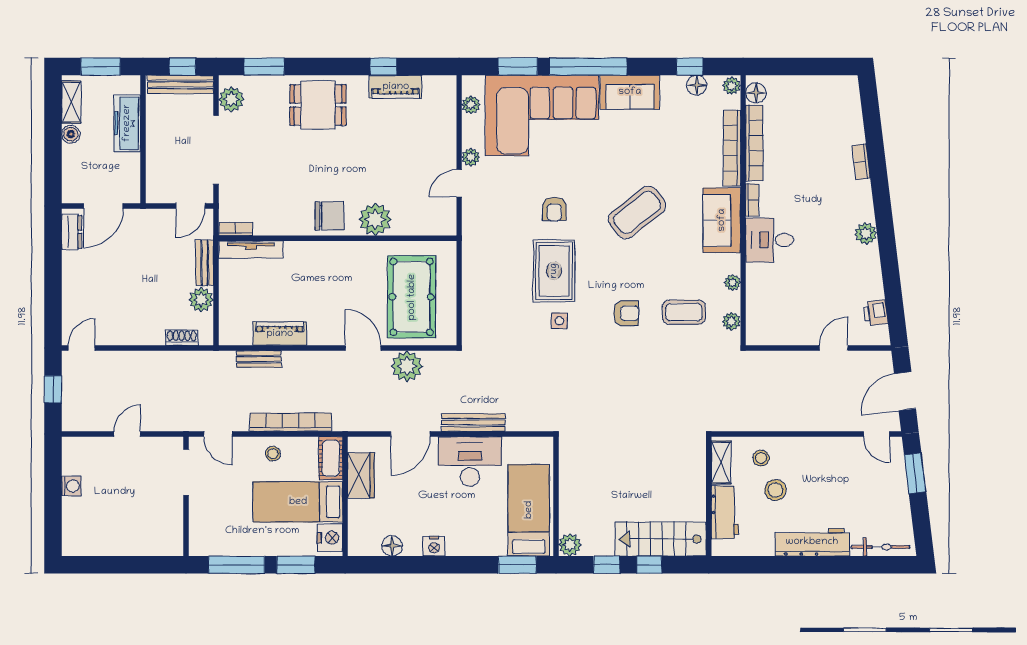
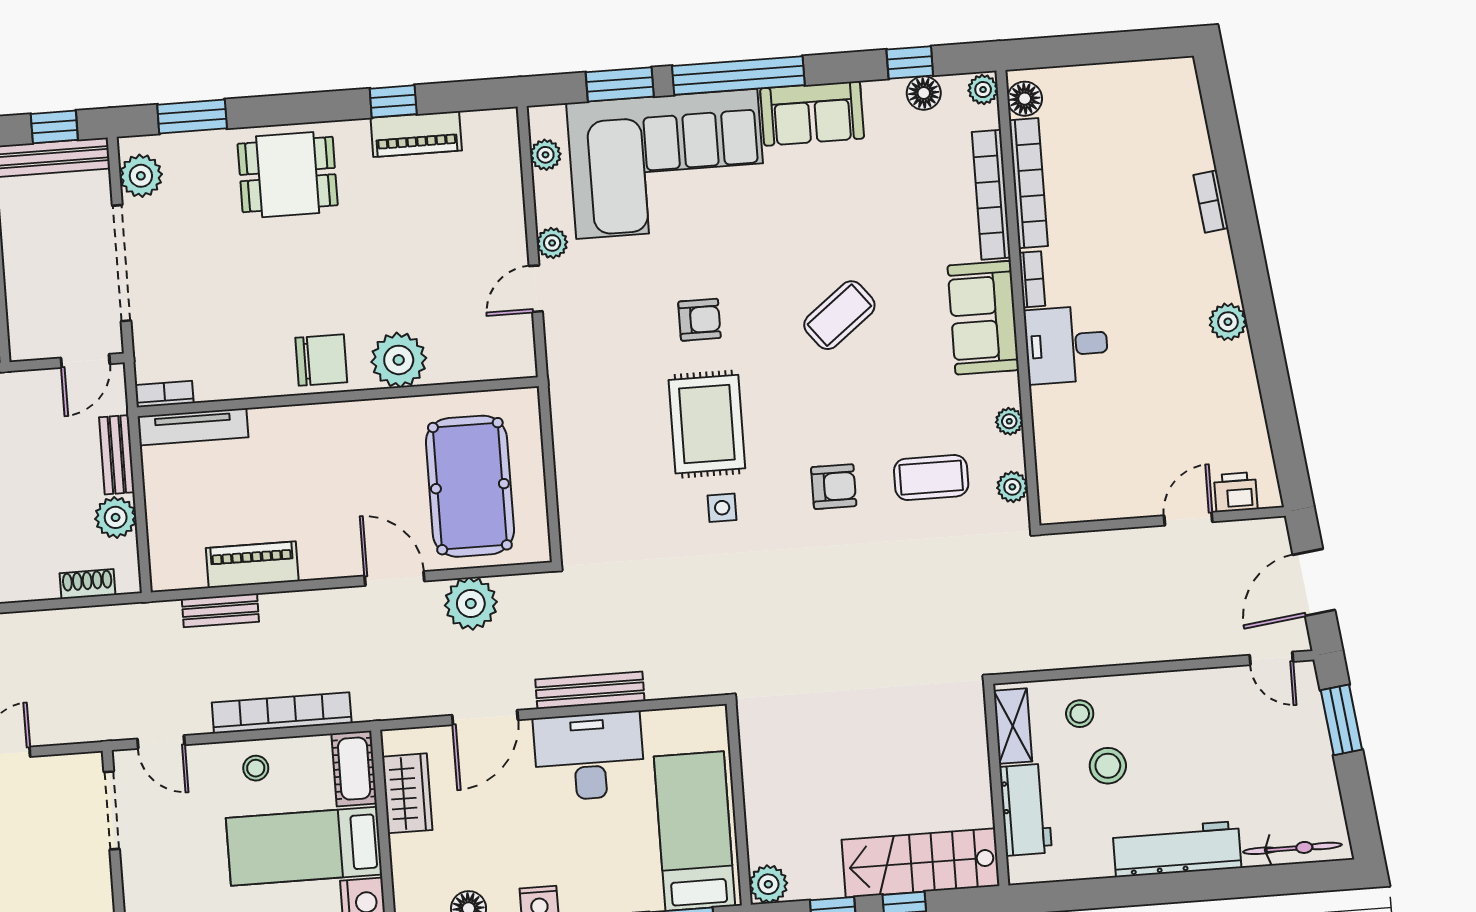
armchair: (554, 209) -> (699, 320), turned -90
coffee table: (637, 212) -> (839, 315), width x0.73, depth x0.76
printer: (876, 313) -> (1236, 492), moved, turned 97

